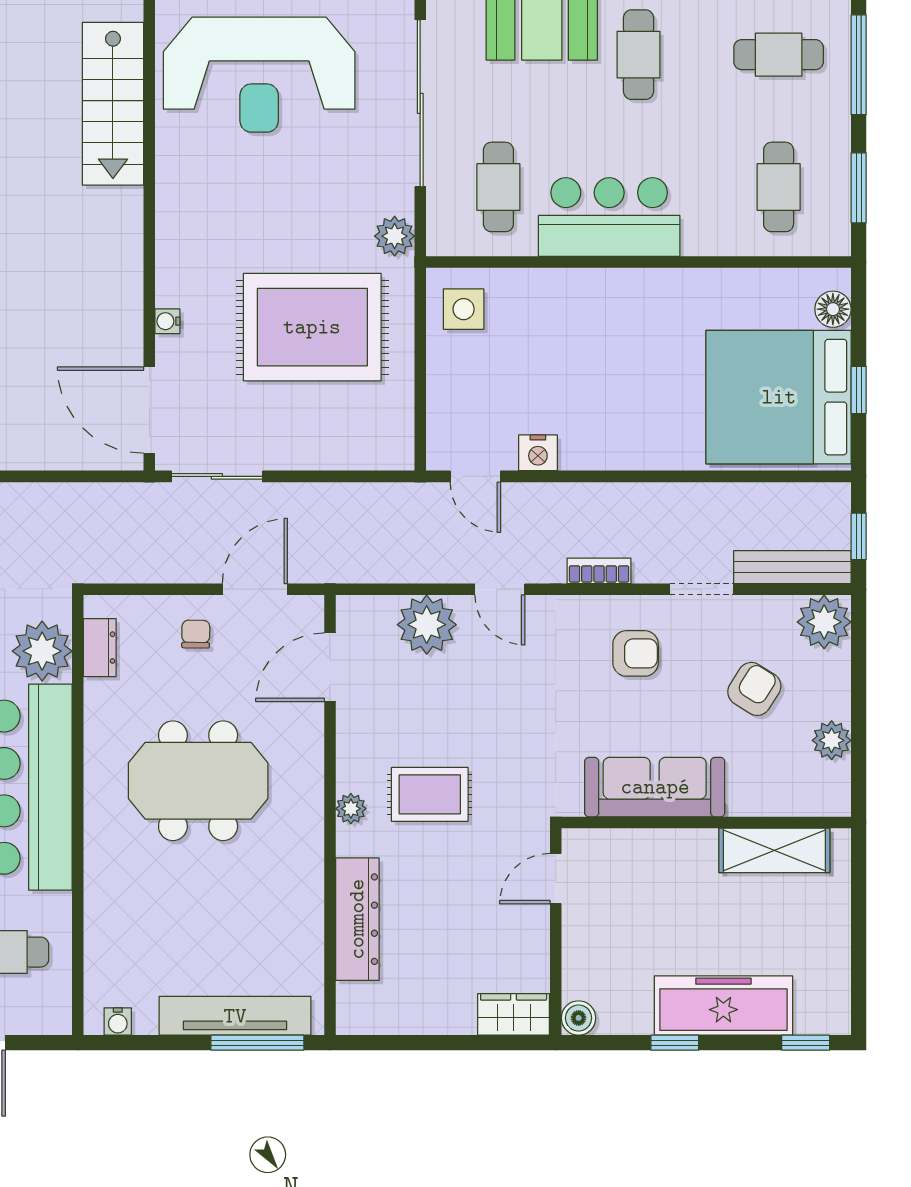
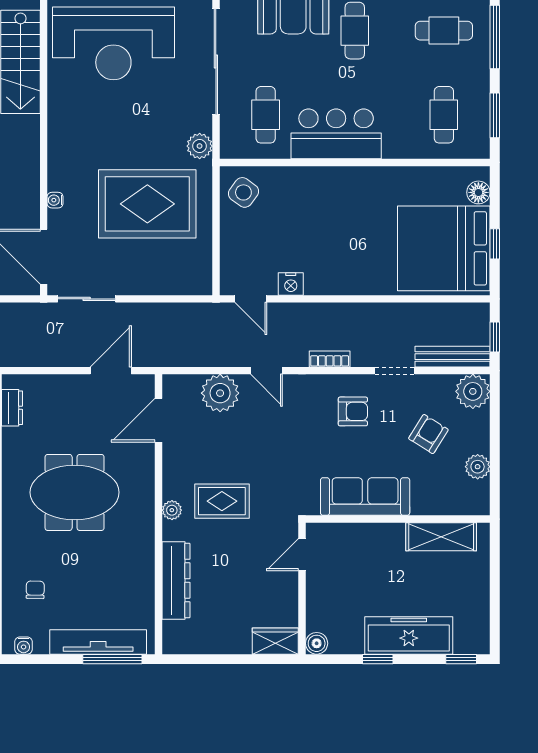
side table: (464, 309) -> (243, 192), turned 36
chair: (196, 634) -> (35, 590), moved

